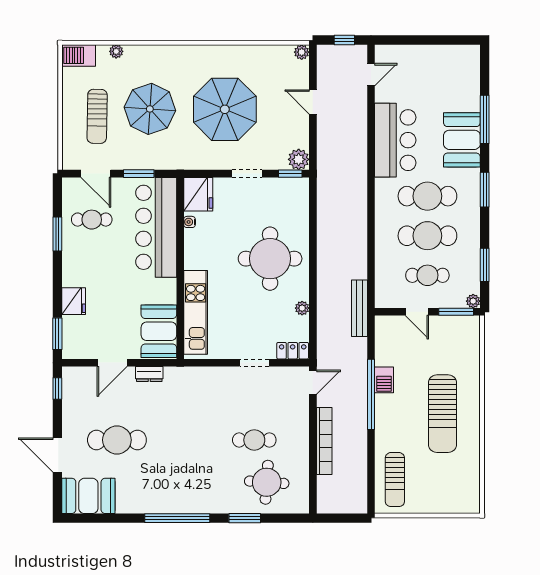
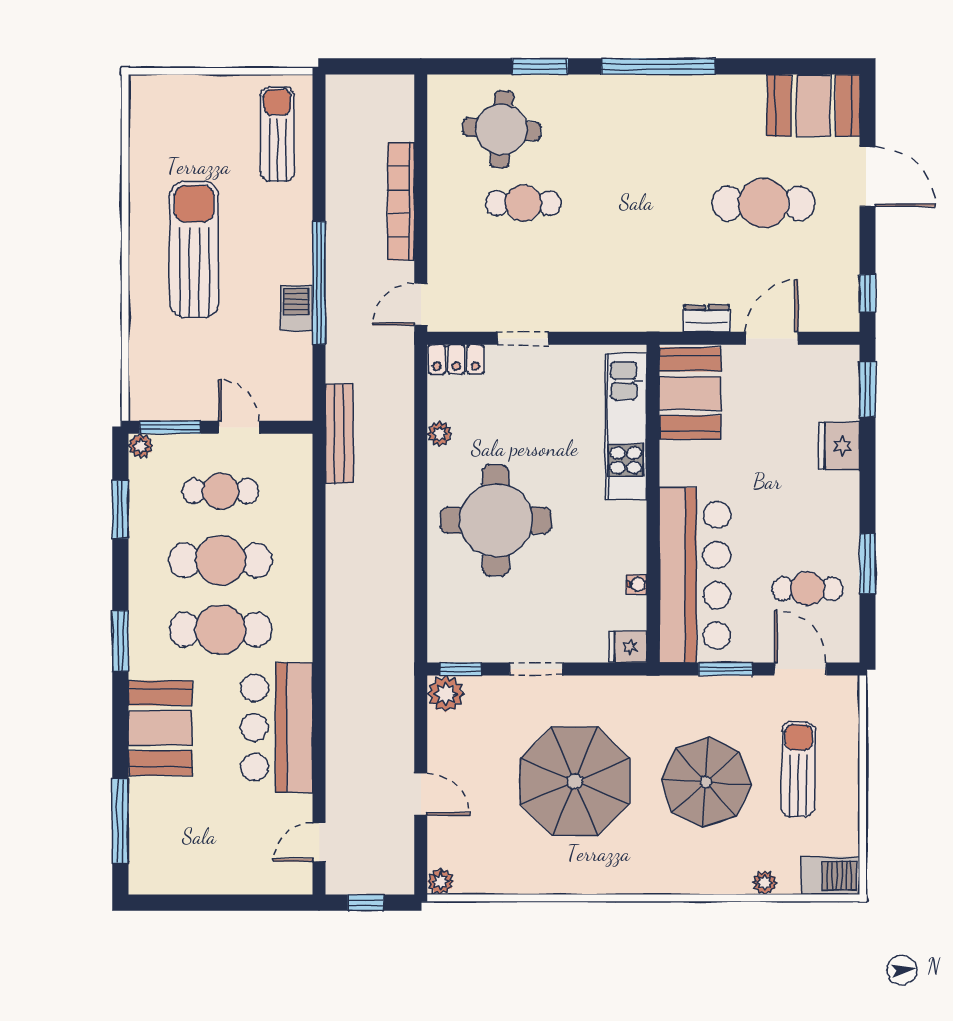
window: (485, 119) -> (120, 821), moved
fridge: (198, 194) -> (628, 647), width x0.53, depth x0.75

